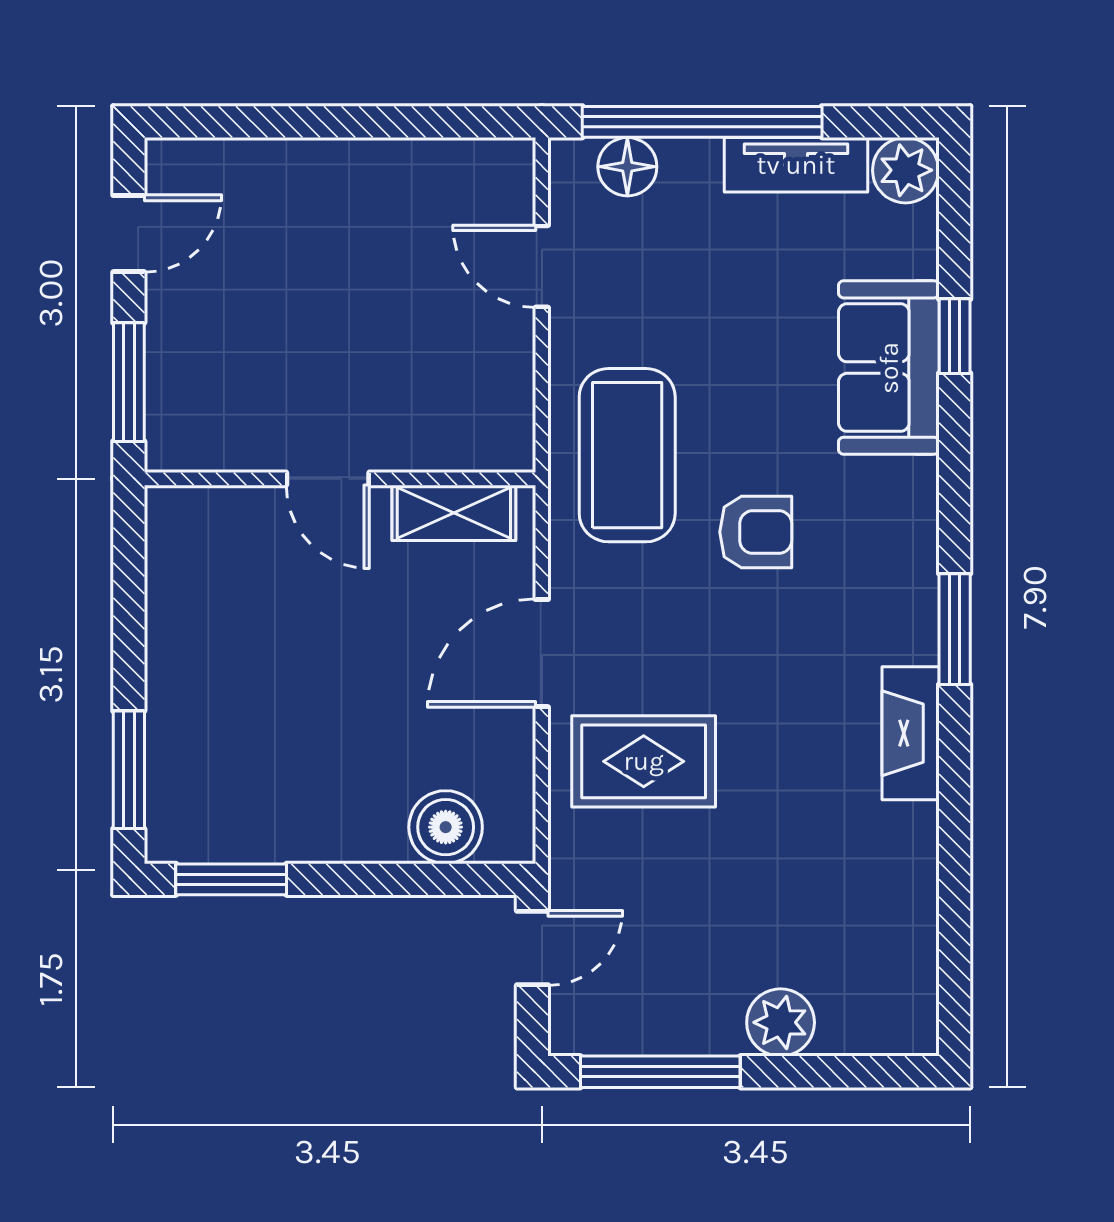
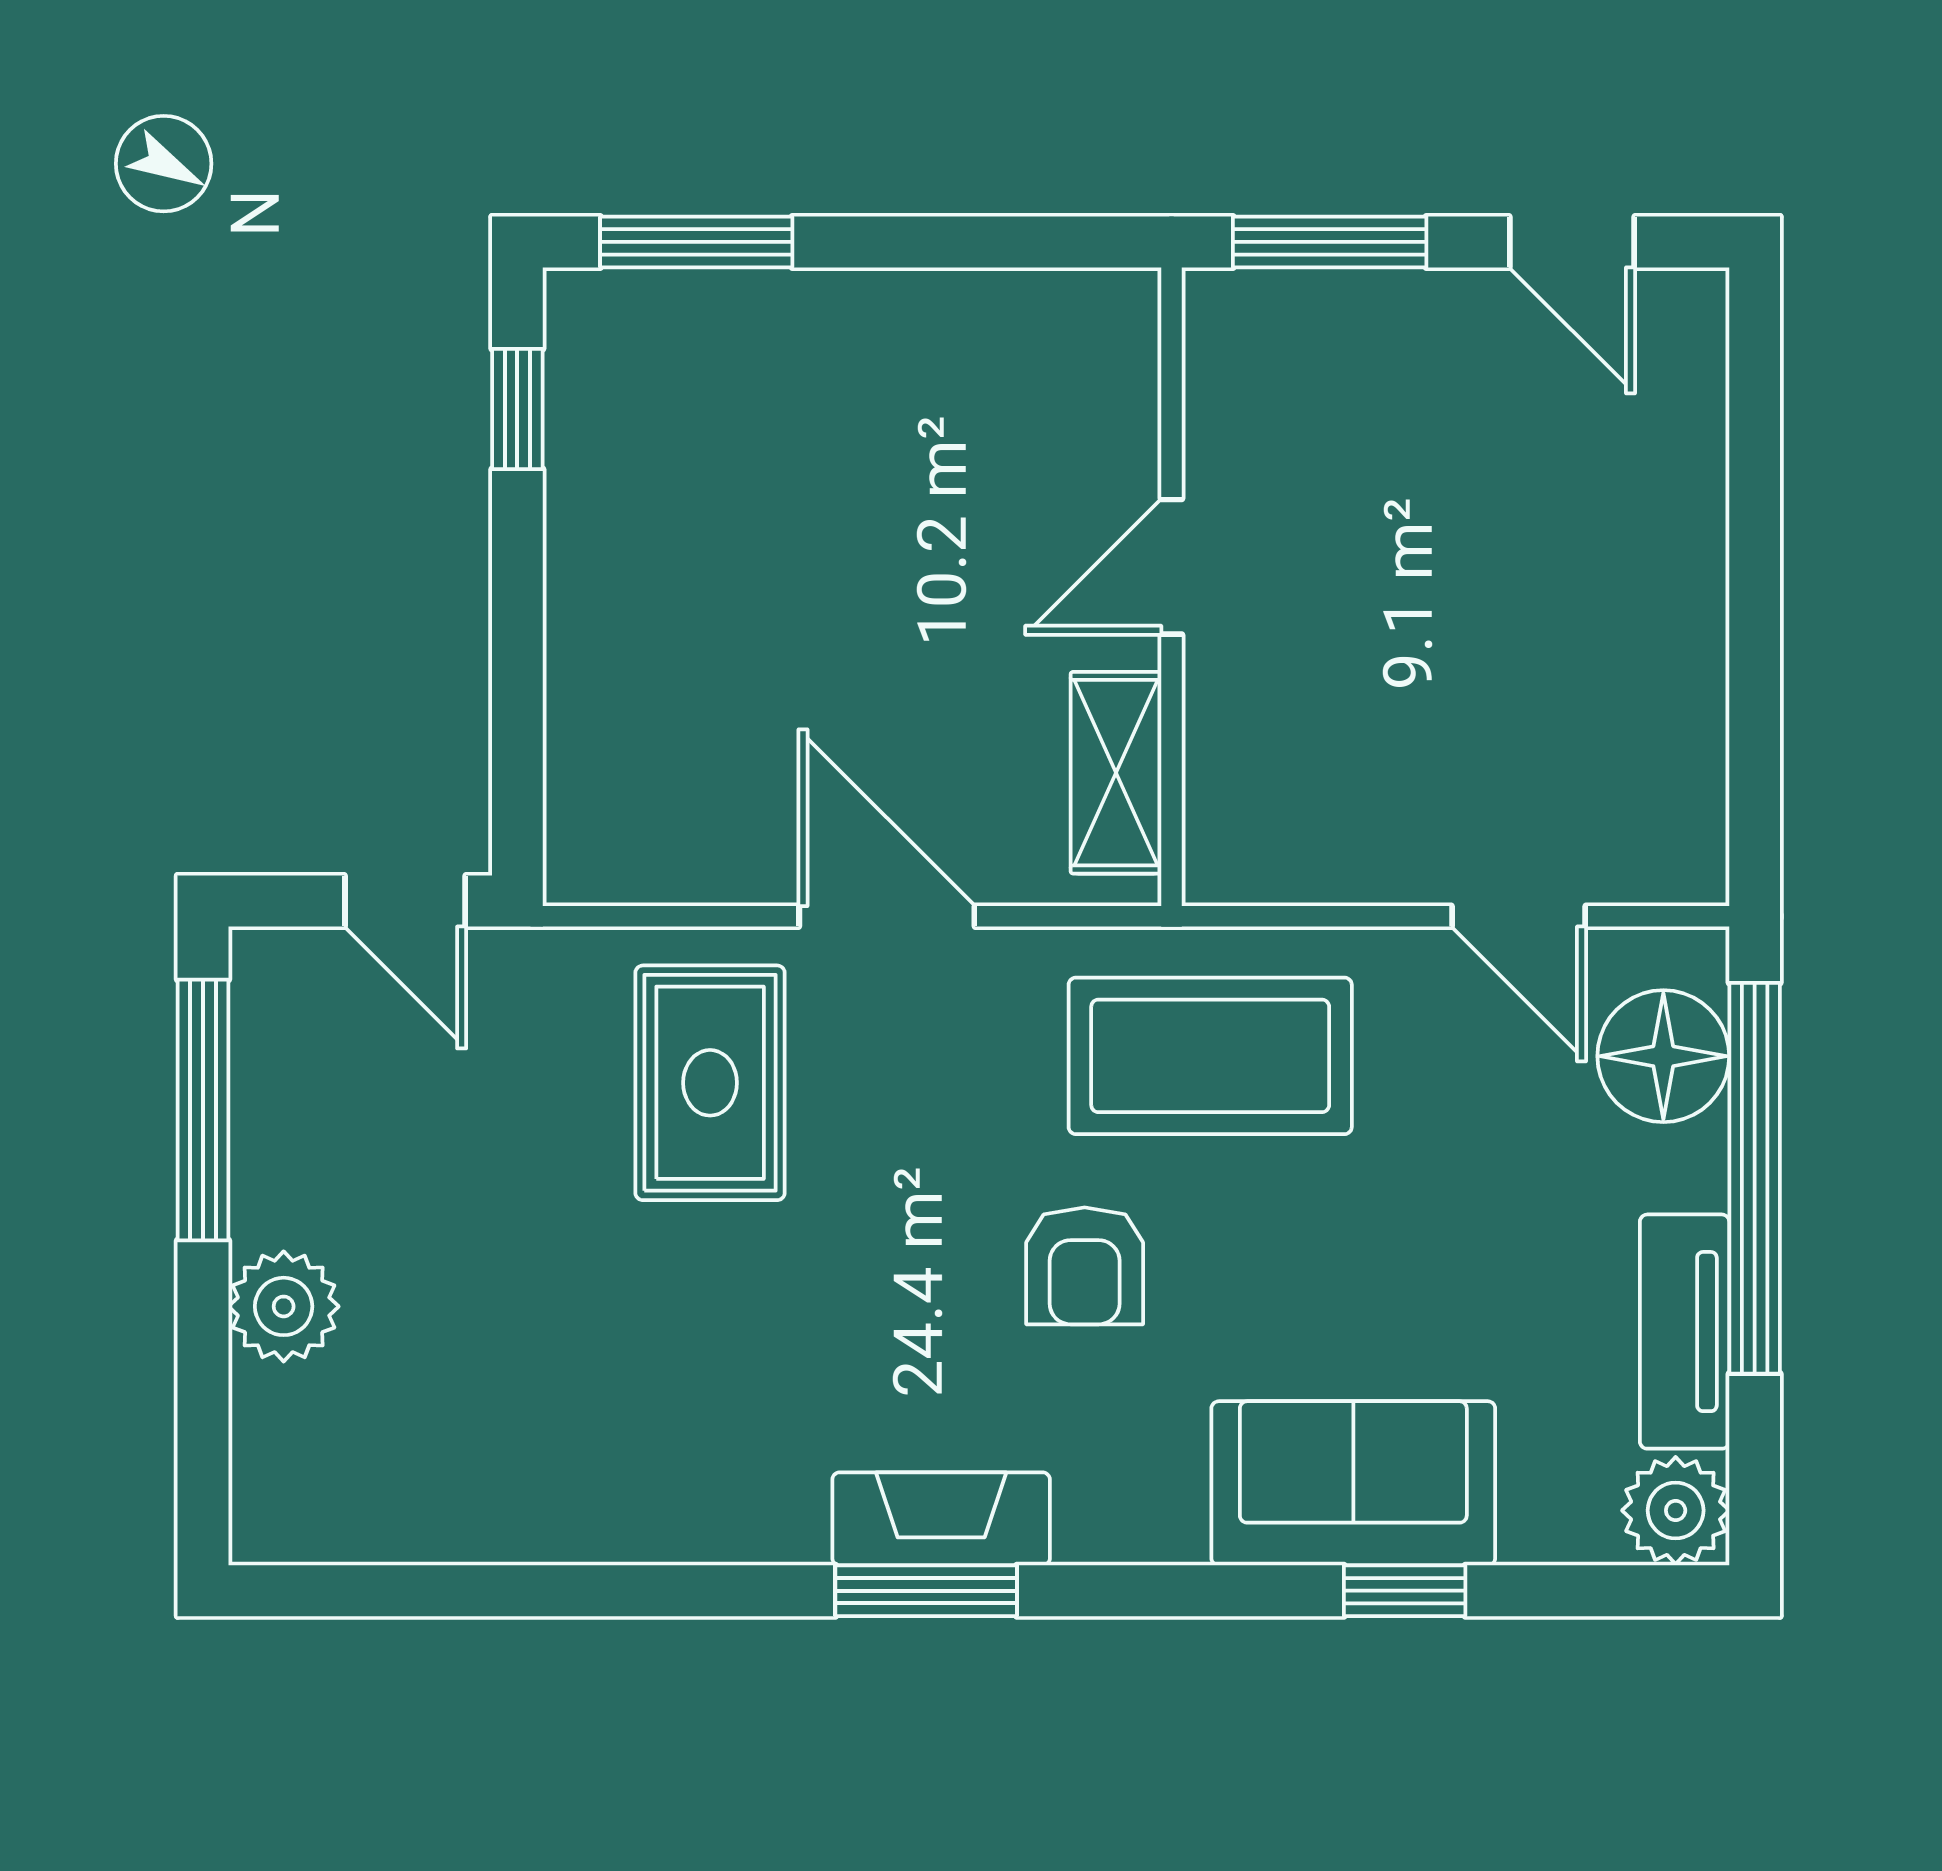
floor lamp: (627, 167) -> (1663, 1056), width x1.38, depth x1.38
door: (542, 266) -> (1519, 916), swing flipped
fireplace: (911, 733) -> (941, 1519), moved
boiler: (446, 827) -> (603, 759), removed
window: (231, 879) -> (517, 409), width x0.67

